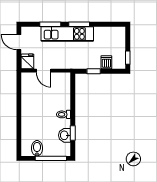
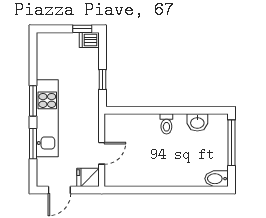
dishwasher: (106, 62) -> (89, 40), moved
window: (73, 133) -> (194, 110), removed
bidet: (37, 148) -> (216, 179), moved

